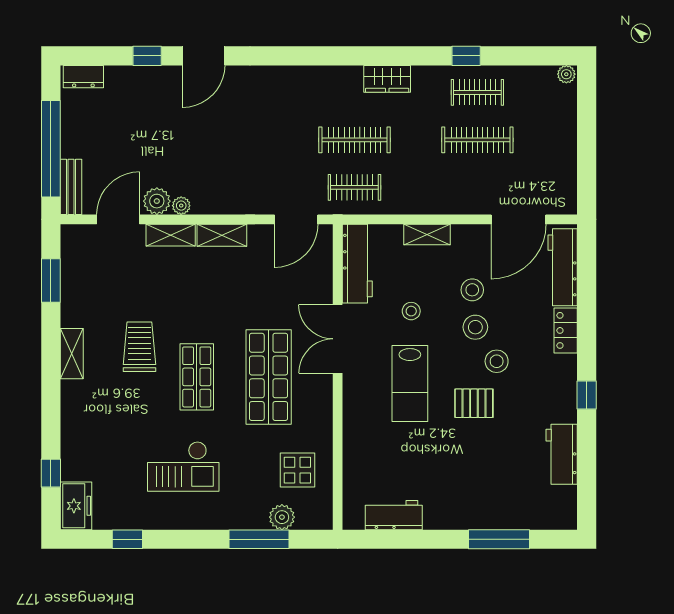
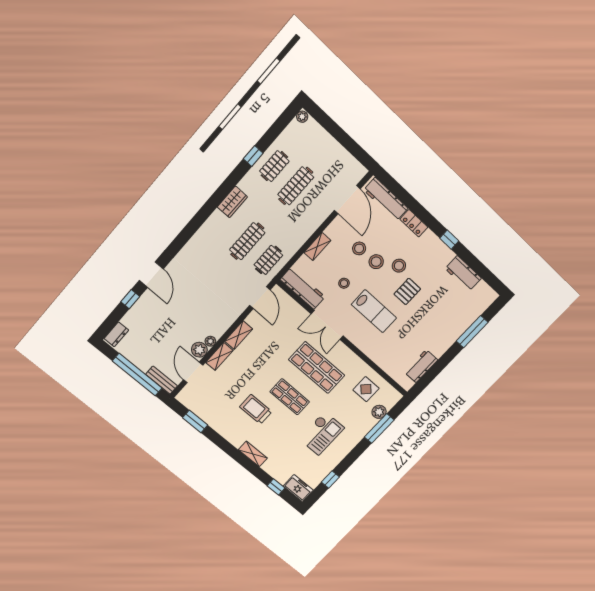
shelving: (72, 354) -> (253, 454), moved

